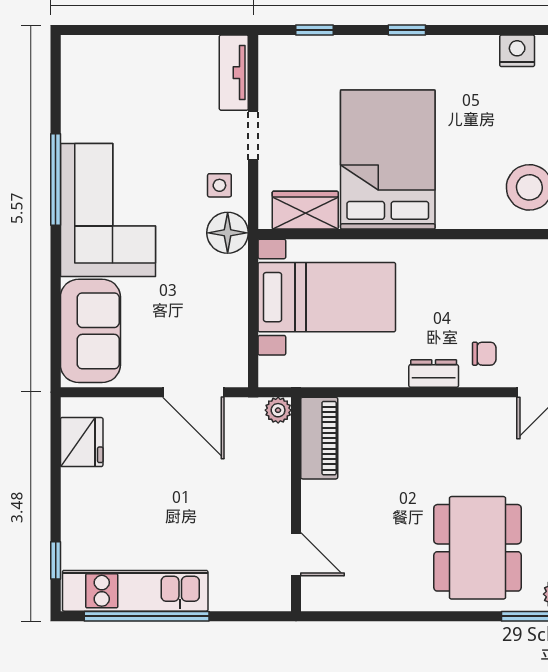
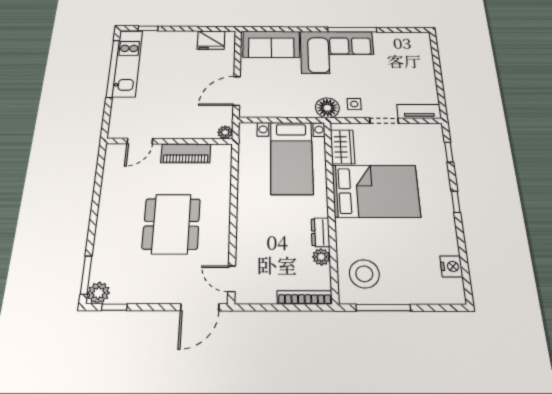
plant: (502, 253) -> (321, 257), added
chair: (484, 354) -> (257, 246), removed
dresser: (434, 373) -> (320, 232), moved, turned 180
piano: (319, 438) -> (186, 153), moved
dining table: (478, 548) -> (171, 224), moved, turned 90

